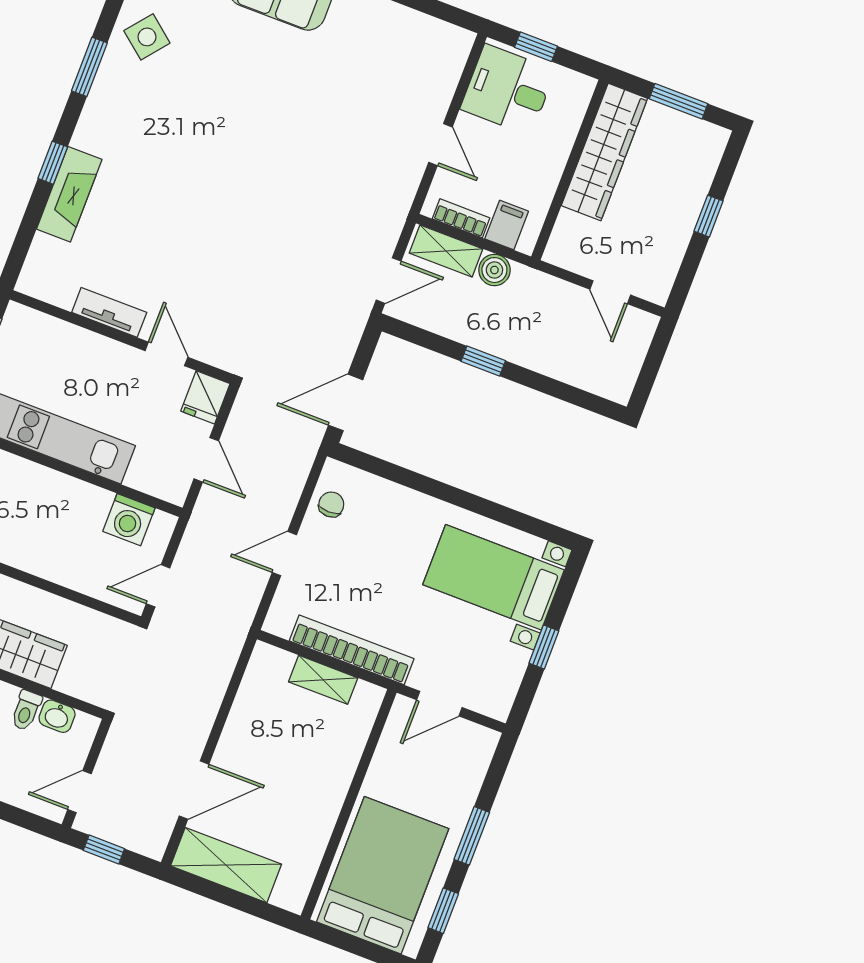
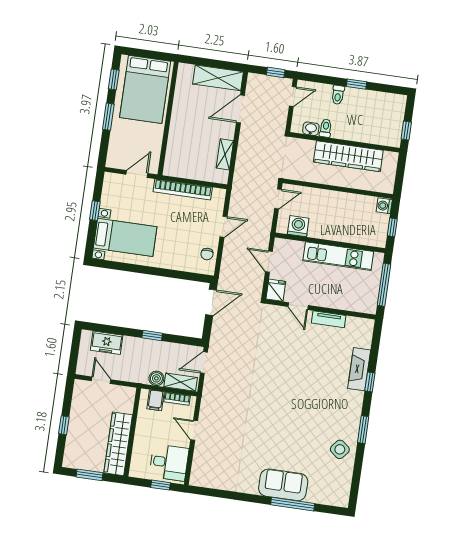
freezer: (581, 367) -> (107, 343), added
shelving: (323, 680) -> (225, 154), moved, turned 90

